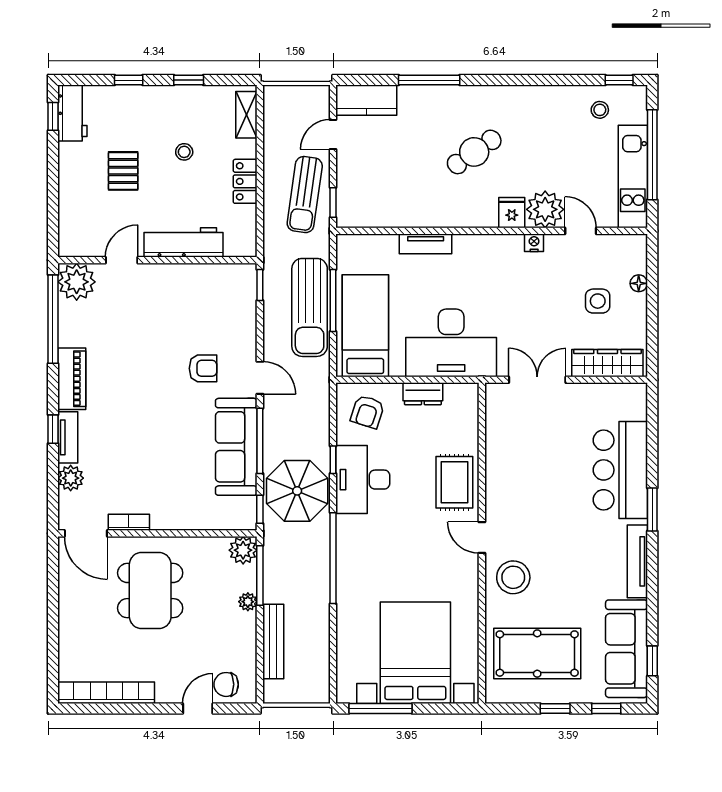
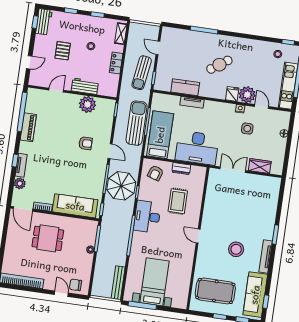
kitchen counter: (366, 100) -> (185, 87), moved, turned 180
door: (333, 134) -> (158, 48), hinge flipped
door: (53, 207) -> (29, 62), added
workbench: (183, 242) -> (85, 86), width x0.73
plant: (77, 282) -> (87, 104), moved
side table: (598, 301) -> (247, 129), moved
sun lounger: (310, 307) -> (137, 123), turned 180
wardrobe: (607, 363) -> (260, 166), width x0.67
piano: (72, 379) -> (28, 127), moved
sofa: (236, 447) -> (75, 206), moved, turned 90
bar counter: (620, 470) -> (264, 215), removed
desk: (363, 480) -> (147, 217), moved
rug: (454, 482) -> (178, 201), moved
parasol: (297, 491) -> (121, 186), moved
plant: (243, 550) -> (92, 226), removed
stool: (513, 577) -> (236, 249), moved
dining table: (150, 591) -> (48, 238), width x0.73
bench: (273, 642) -> (118, 283), moved
bed with nightstands: (415, 653) -> (154, 282), width x0.73
door: (198, 709) -> (61, 294), hinge flipped

